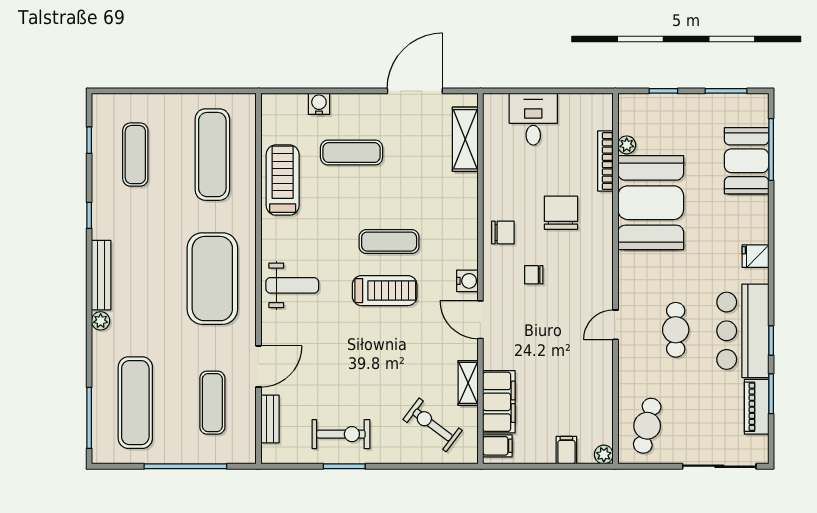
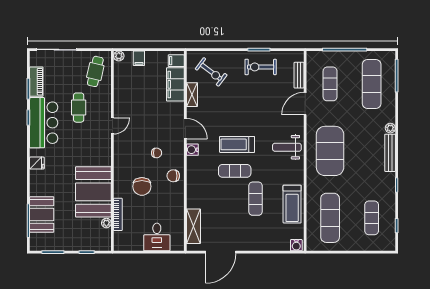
water cooler: (319, 104) -> (296, 245), moved
exercise mat: (352, 153) -> (256, 199), moved, turned 90
cafe table: (676, 330) -> (79, 108), moved

